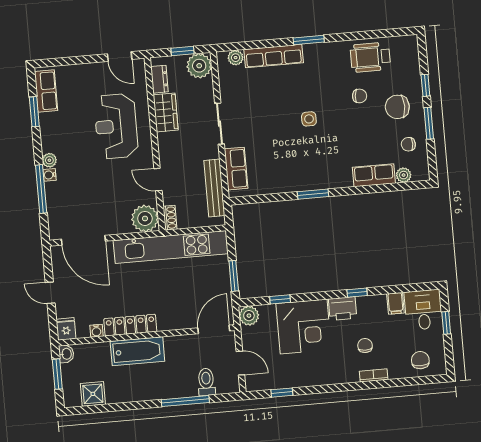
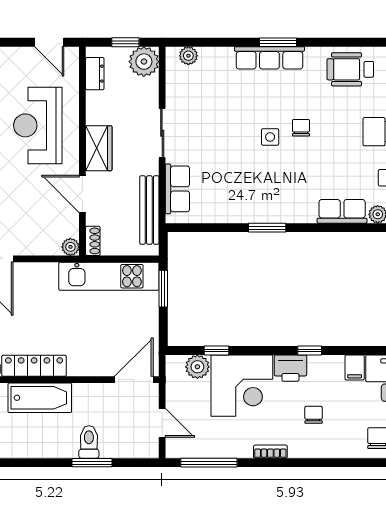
row of seats: (274, 56) -> (269, 58), moved
chair: (360, 96) -> (301, 128), moved, turned -95
wardrobe: (166, 112) -> (99, 148), moved
door: (158, 180) -> (82, 194), width x1.38
plant: (145, 218) -> (70, 247), width x0.53, depth x0.53
kitchen unit: (171, 247) -> (109, 276), width x0.73
window: (234, 276) -> (163, 289), moved
plant: (249, 316) -> (197, 367), moved
bookcase: (374, 375) -> (270, 452), moved
toilet: (206, 382) -> (89, 442), moved
window: (282, 393) -> (209, 463), width x2.17
window: (185, 401) -> (92, 463), width x0.69

